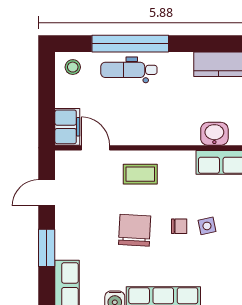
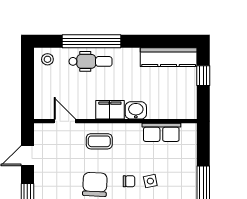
dental chair: (129, 70) -> (91, 61), turned 180
filing cabinet: (67, 127) -> (110, 110), moved, turned -90
washbasin: (214, 134) -> (136, 110), moved

